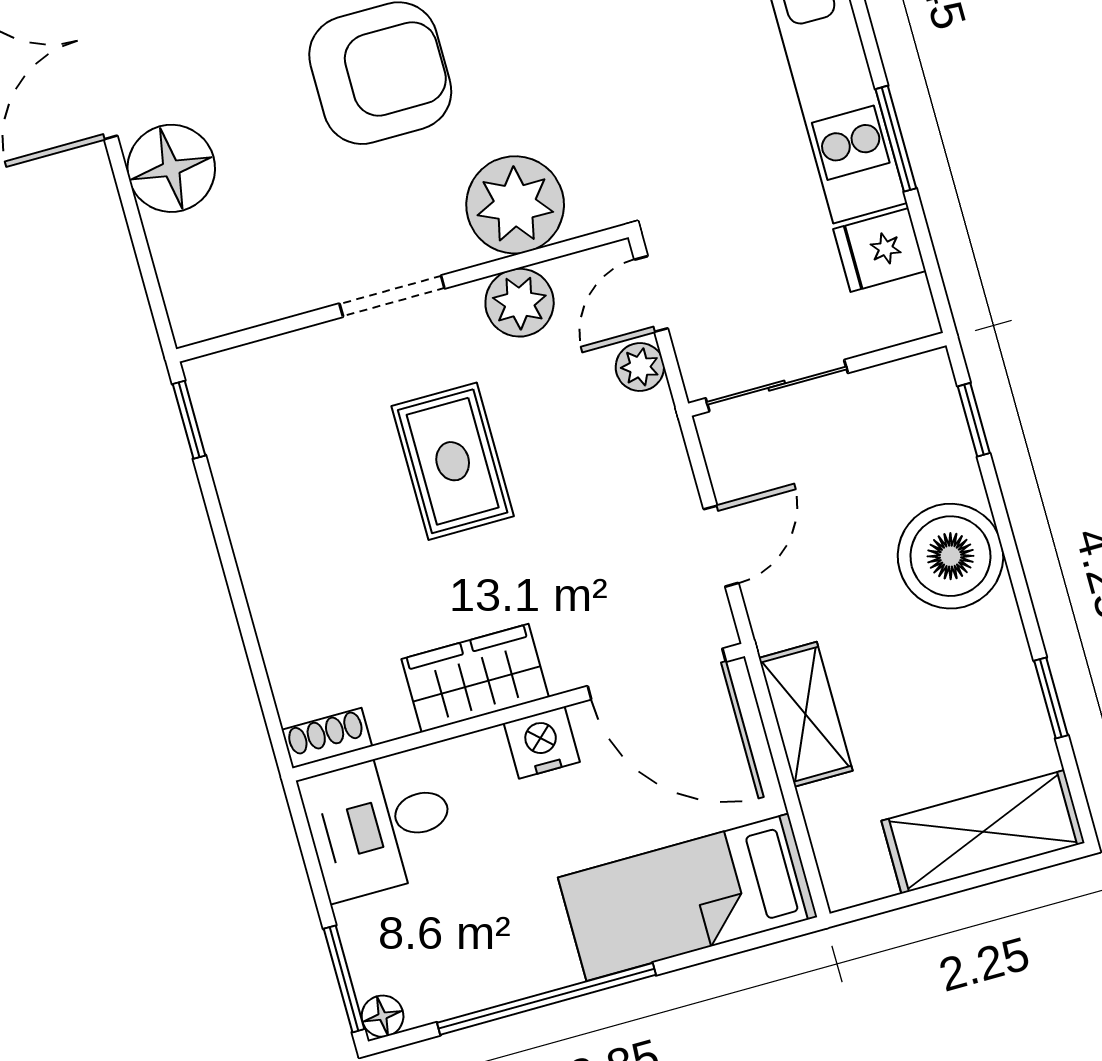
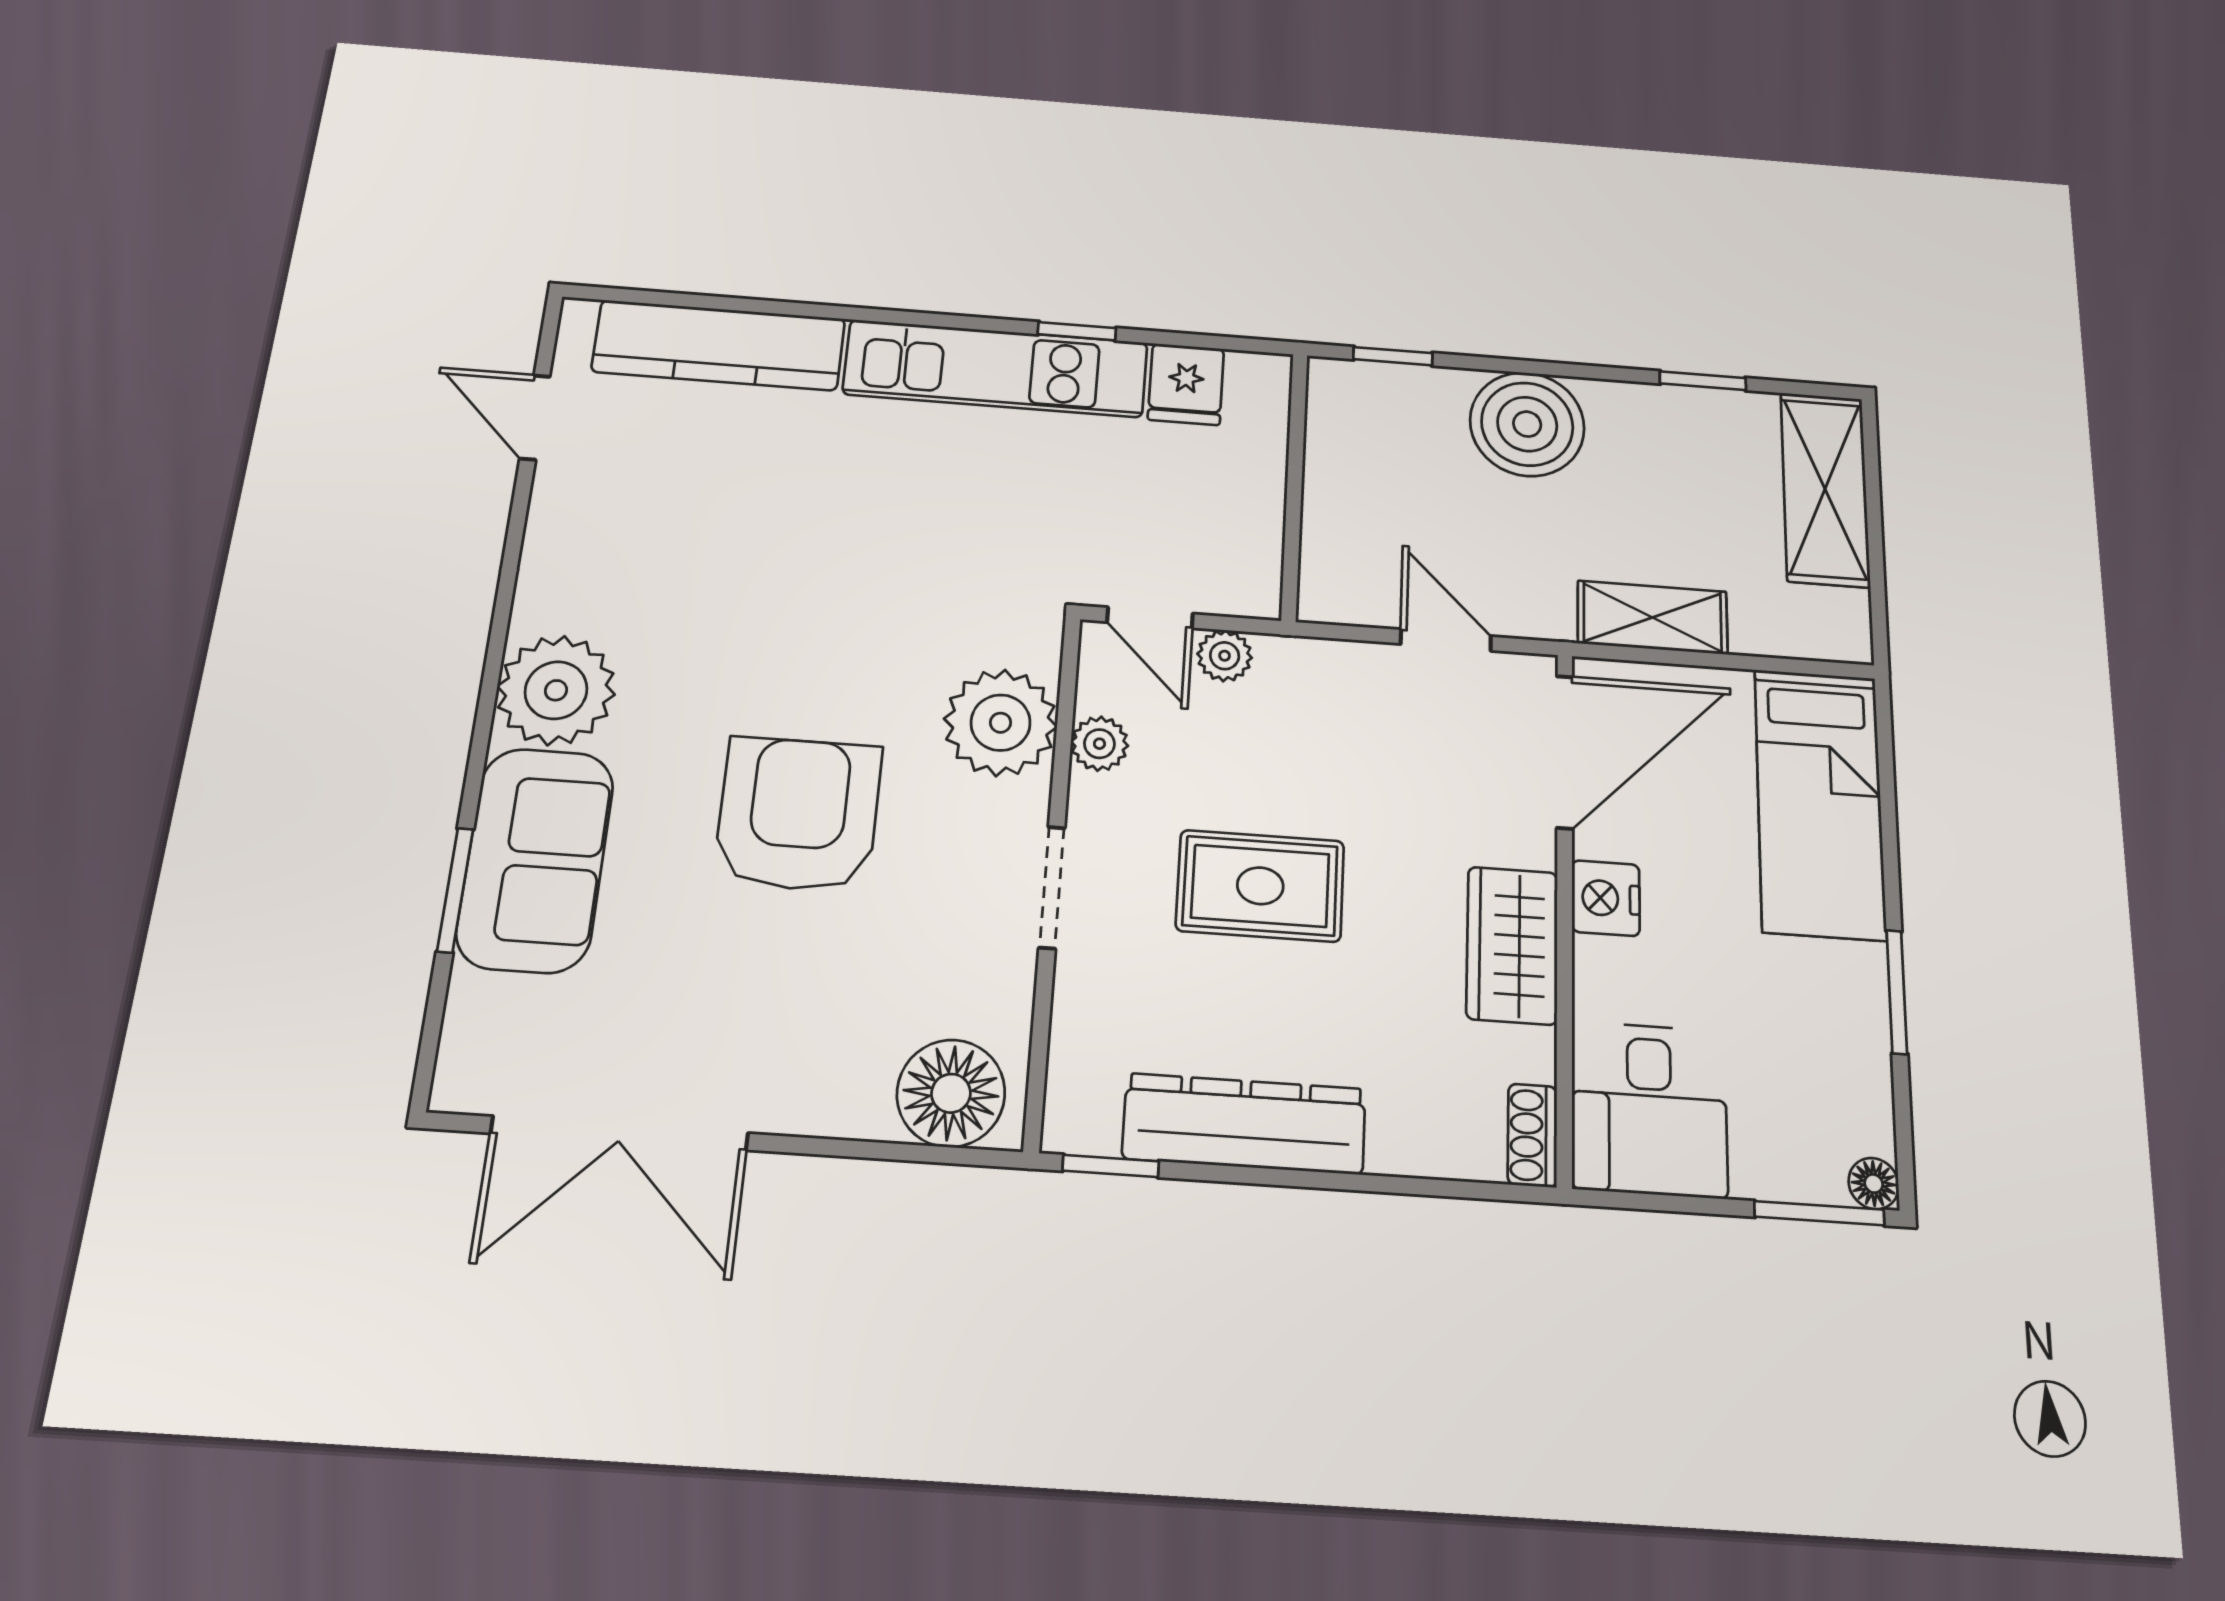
window: (896, 139) -> (1077, 331), width x0.67
floor lamp: (171, 168) -> (951, 1093), moved
plant: (520, 303) -> (1099, 744), width x0.73, depth x0.73
sliding door: (777, 386) -> (1292, 528), removed
dresser: (257, 511) -> (1244, 1124), added
window: (547, 999) -> (1897, 992), width x0.47

